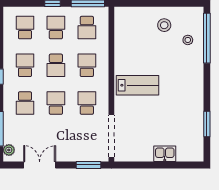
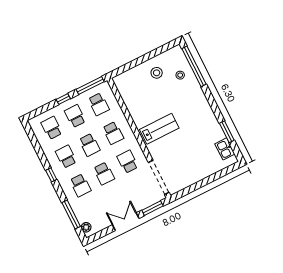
school desk: (87, 65) -> (113, 133), turned 180
school desk: (56, 103) -> (104, 174), turned 180
kitchen sink: (165, 154) -> (225, 149), moved, turned -90
double door: (40, 165) -> (126, 222), moved

